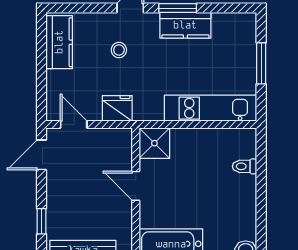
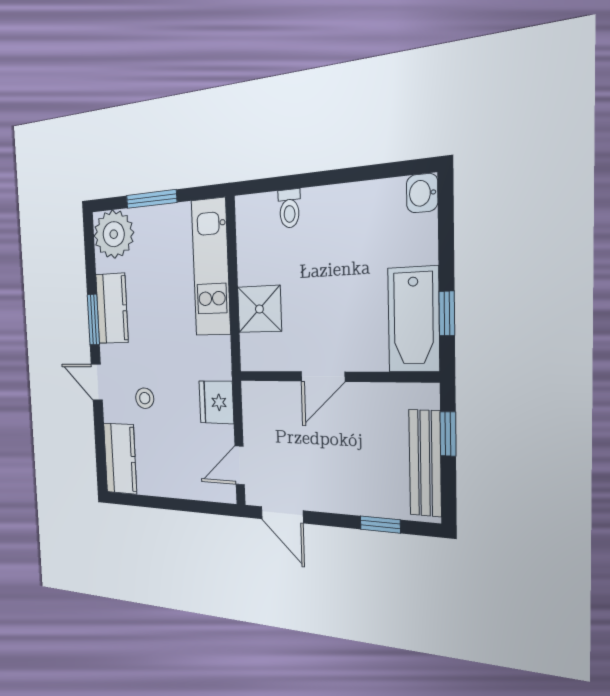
plant: (239, 30) -> (114, 234), added
kitchen counter: (59, 42) -> (120, 459), moved, turned 90
shower: (154, 143) -> (259, 309), moved

